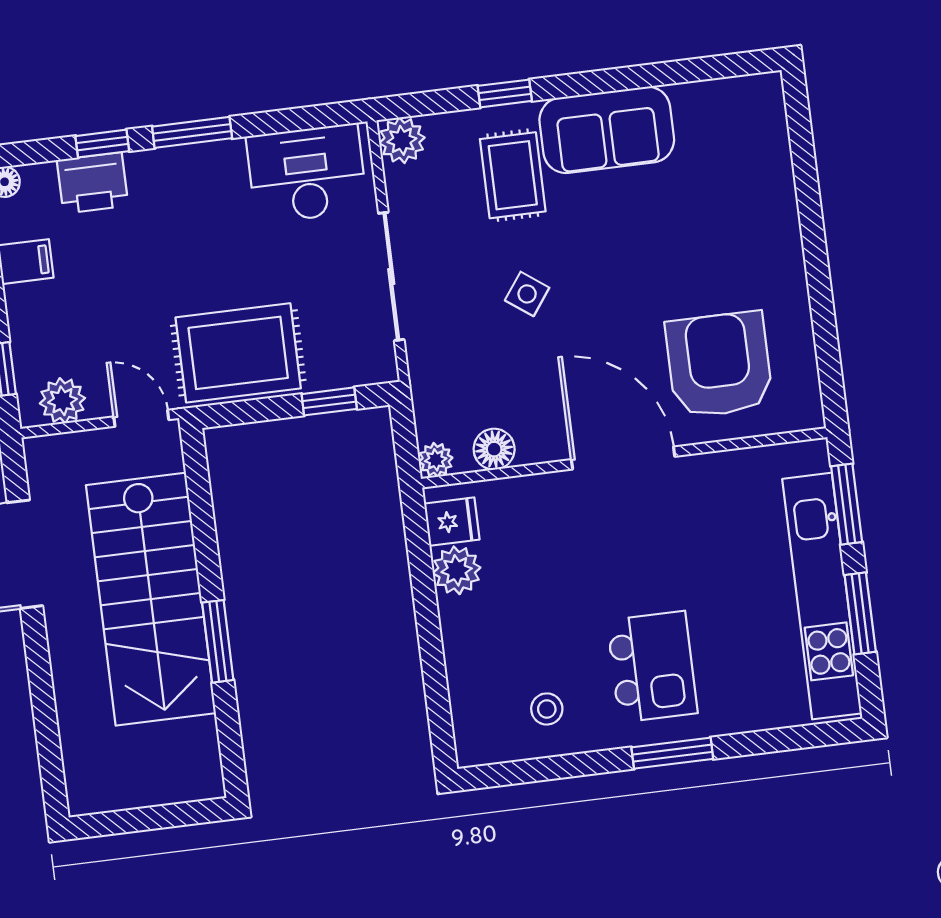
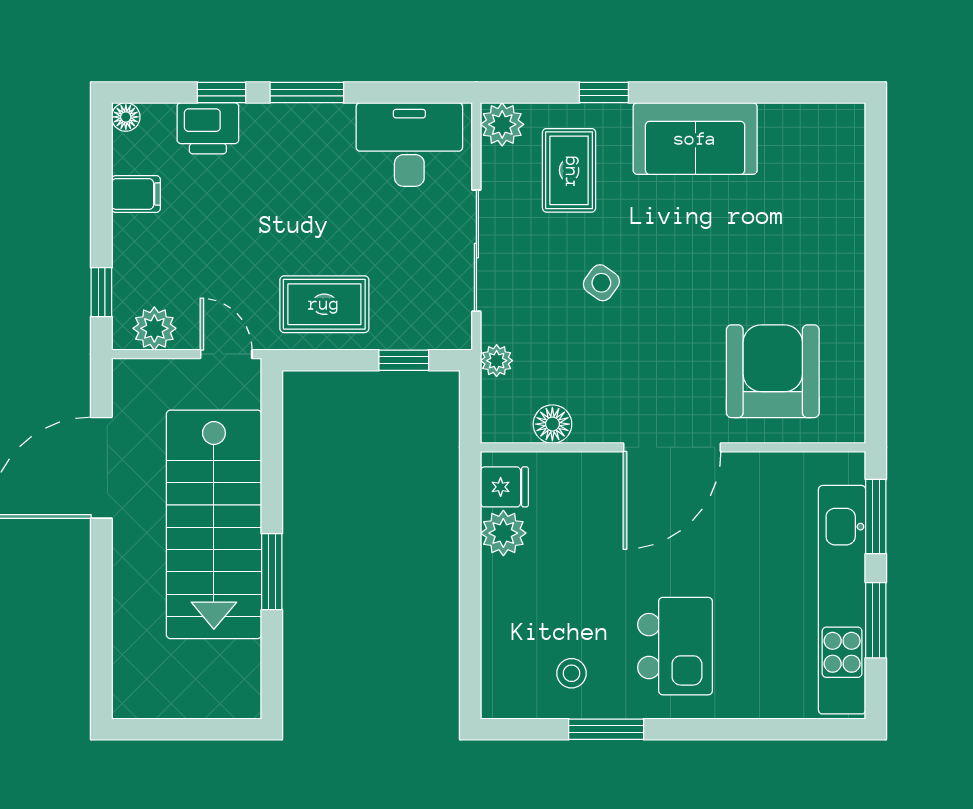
rug: (513, 175) -> (569, 170), moved
rug: (238, 353) -> (324, 304), width x0.73, depth x0.70
door: (623, 458) -> (672, 447), swing flipped
plant: (436, 460) -> (497, 361), moved
window: (672, 753) -> (606, 729), moved

